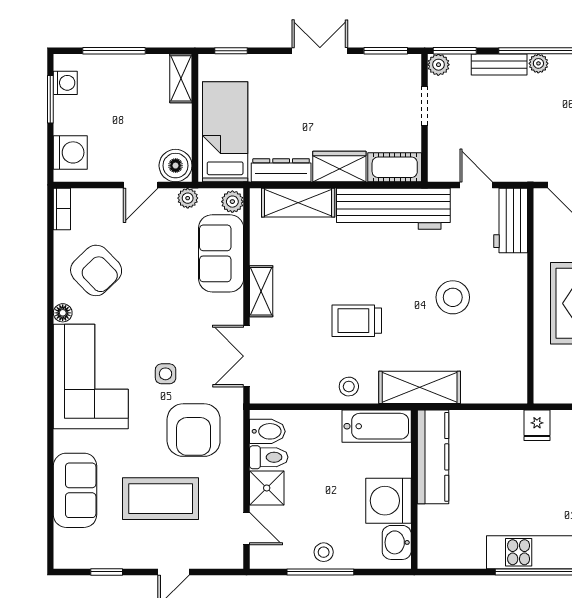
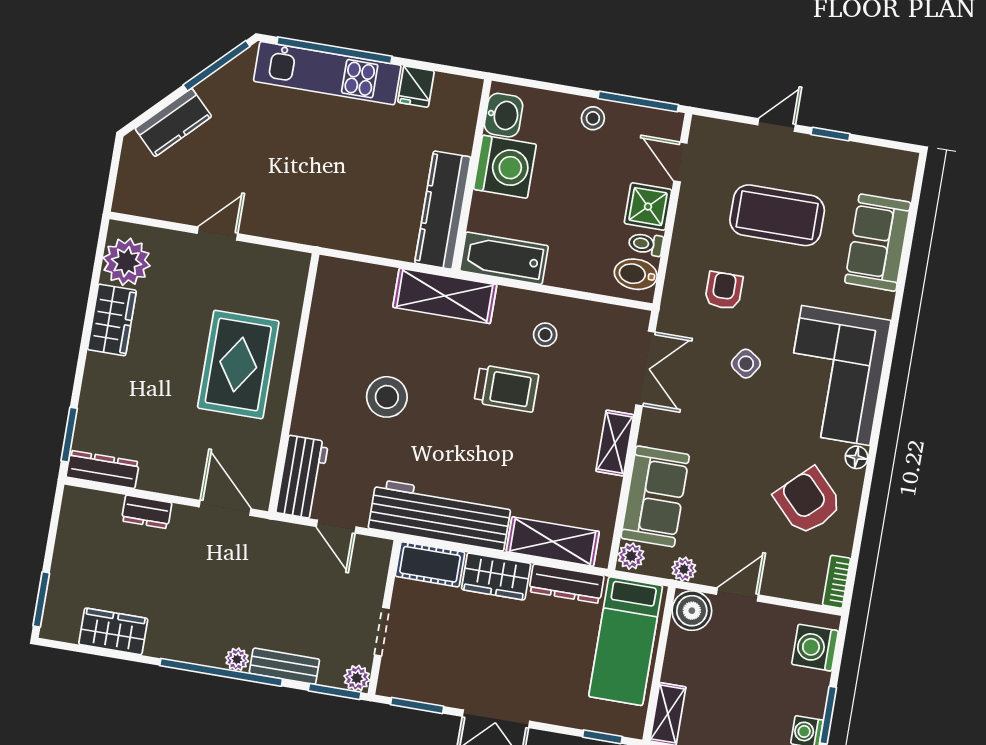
side table: (166, 374) -> (746, 364), turned 34
stool: (349, 387) -> (545, 335), moved
fridge: (537, 425) -> (416, 87), moved, turned 180
armchair: (194, 430) -> (724, 291), width x0.53, depth x0.53
toilet: (269, 457) -> (646, 244), width x0.73, depth x0.72
window: (107, 572) -> (830, 134), moved
window: (320, 572) -> (638, 102), moved

